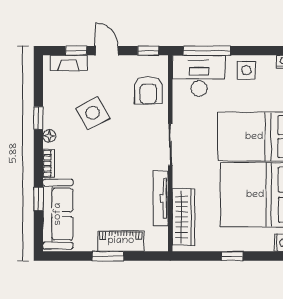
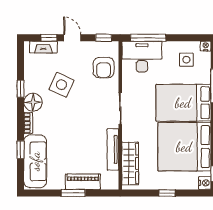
side table: (246, 70) -> (186, 60), moved
side table: (93, 113) -> (61, 85), turned -37
floor lamp: (49, 136) -> (33, 102), width x1.89, depth x1.89

